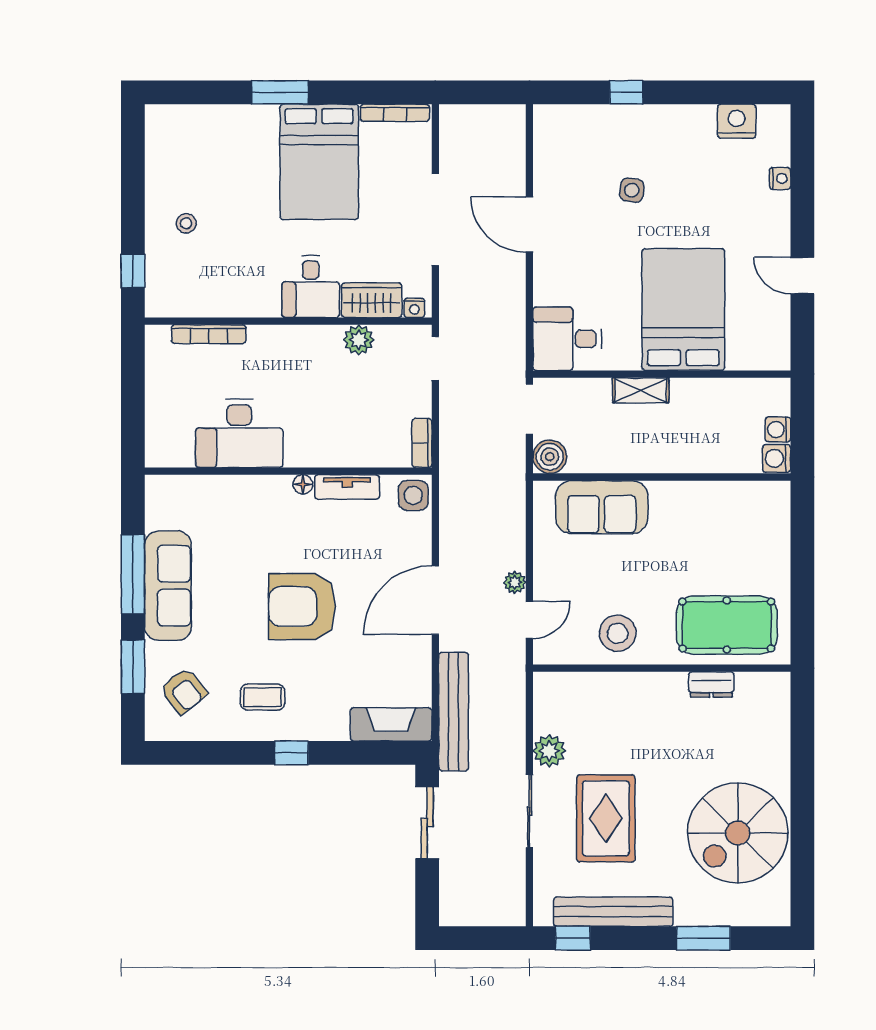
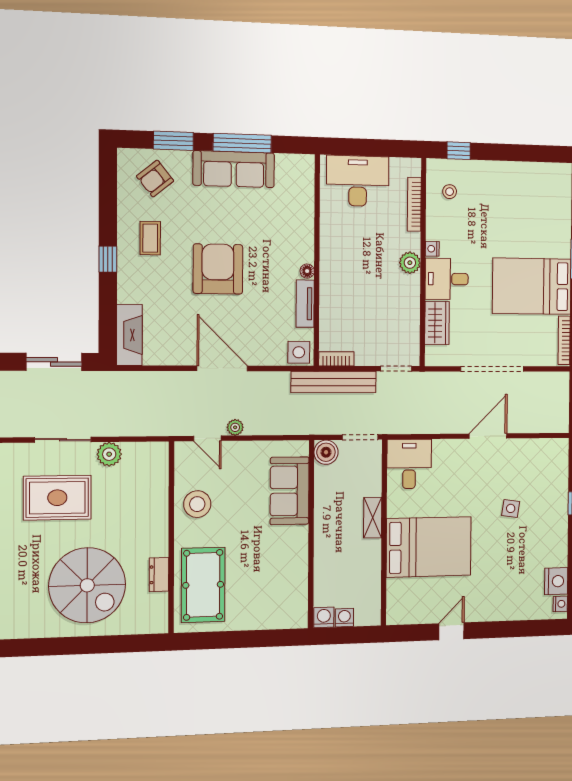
nightstand: (780, 178) -> (560, 604), moved, turned -90
stool: (186, 223) -> (450, 192), moved
nightstand: (414, 308) -> (432, 249), moved
plant: (359, 340) -> (410, 263), moved
desk: (239, 433) -> (358, 181), moved, turned 90
bench: (454, 712) -> (334, 382), moved
spiral stairs: (738, 833) -> (87, 585), moved, turned 180

